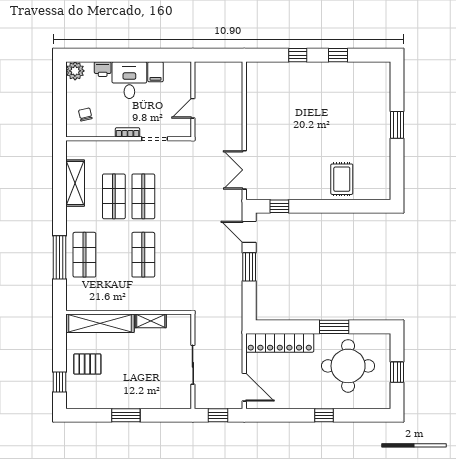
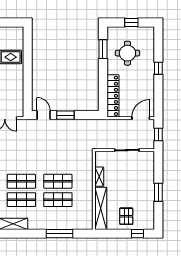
window: (279, 206) -> (28, 96), removed
door: (249, 232) -> (44, 115), swing flipped
shop shelf: (84, 255) -> (58, 200), moved
window: (334, 327) -> (103, 49), moved
round table: (348, 366) -> (127, 53), width x0.73, depth x0.73

